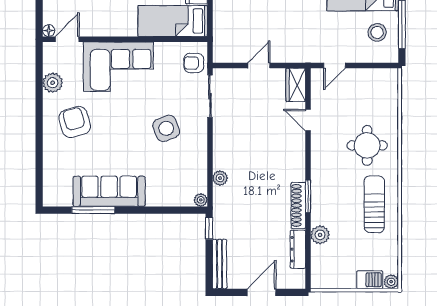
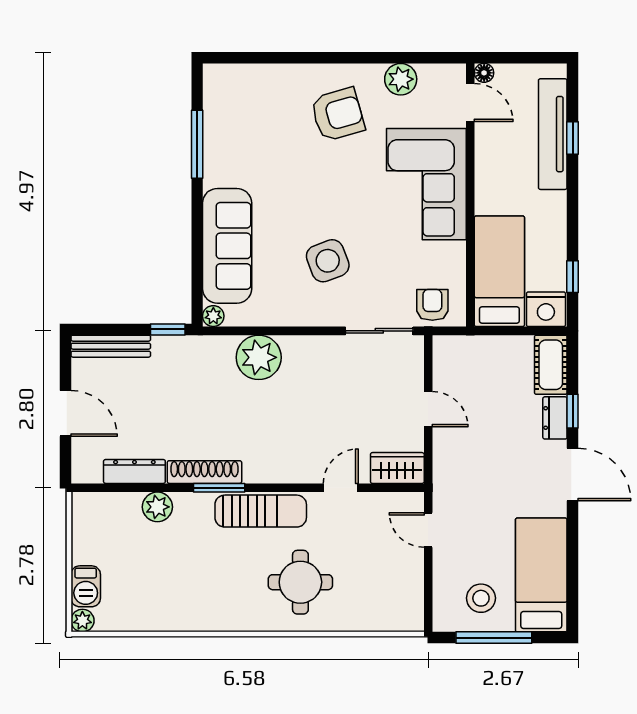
plant: (220, 178) -> (259, 357), width x1.87, depth x1.87
sofa: (109, 191) -> (227, 246), moved
sun lounger: (374, 204) -> (261, 511), moved

